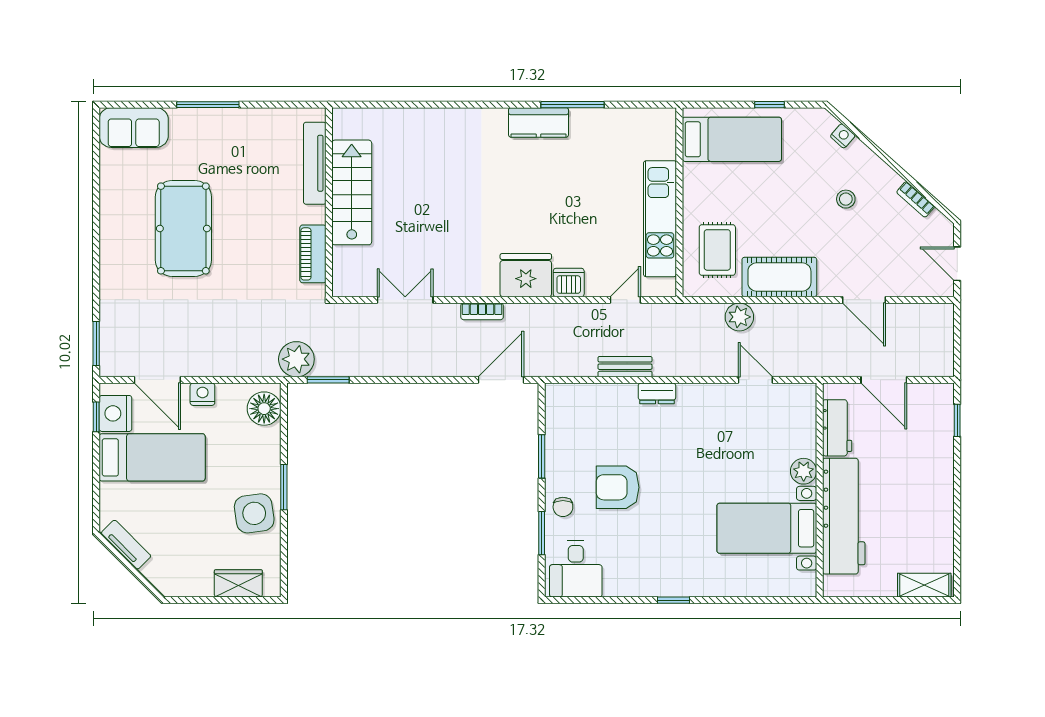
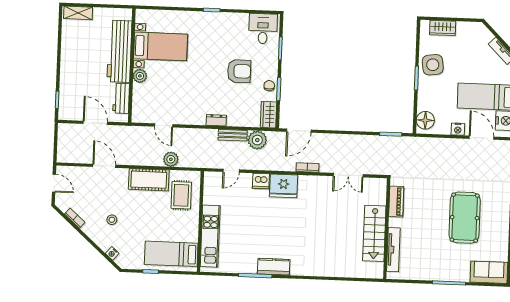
kitchen unit: (660, 219) -> (210, 236), moved
plant: (296, 359) -> (257, 140), moved
wardrobe: (559, 408) -> (269, 115), added
chair: (563, 507) -> (269, 86), moved

